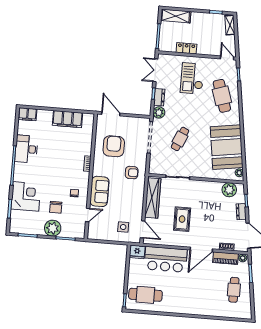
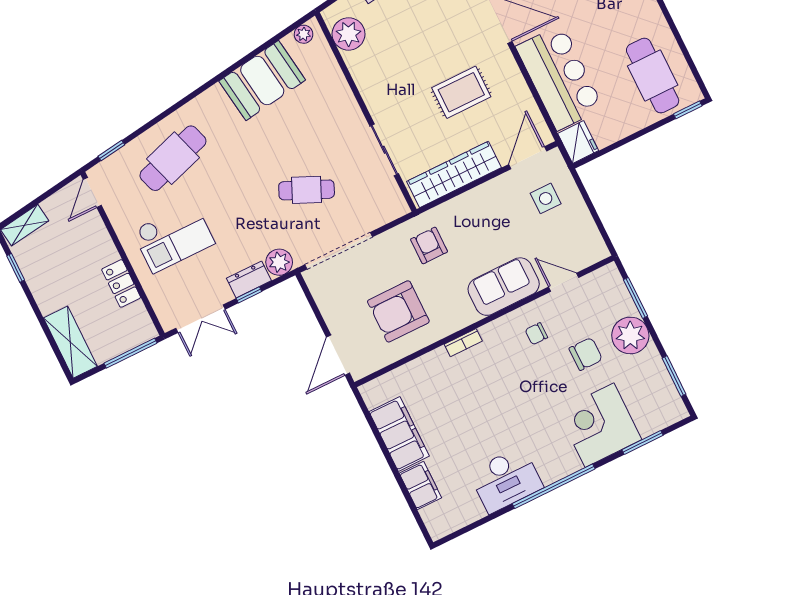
filing cabinet: (28, 114) -> (420, 486), moved
booth: (227, 147) -> (262, 81), width x0.73, depth x0.70

